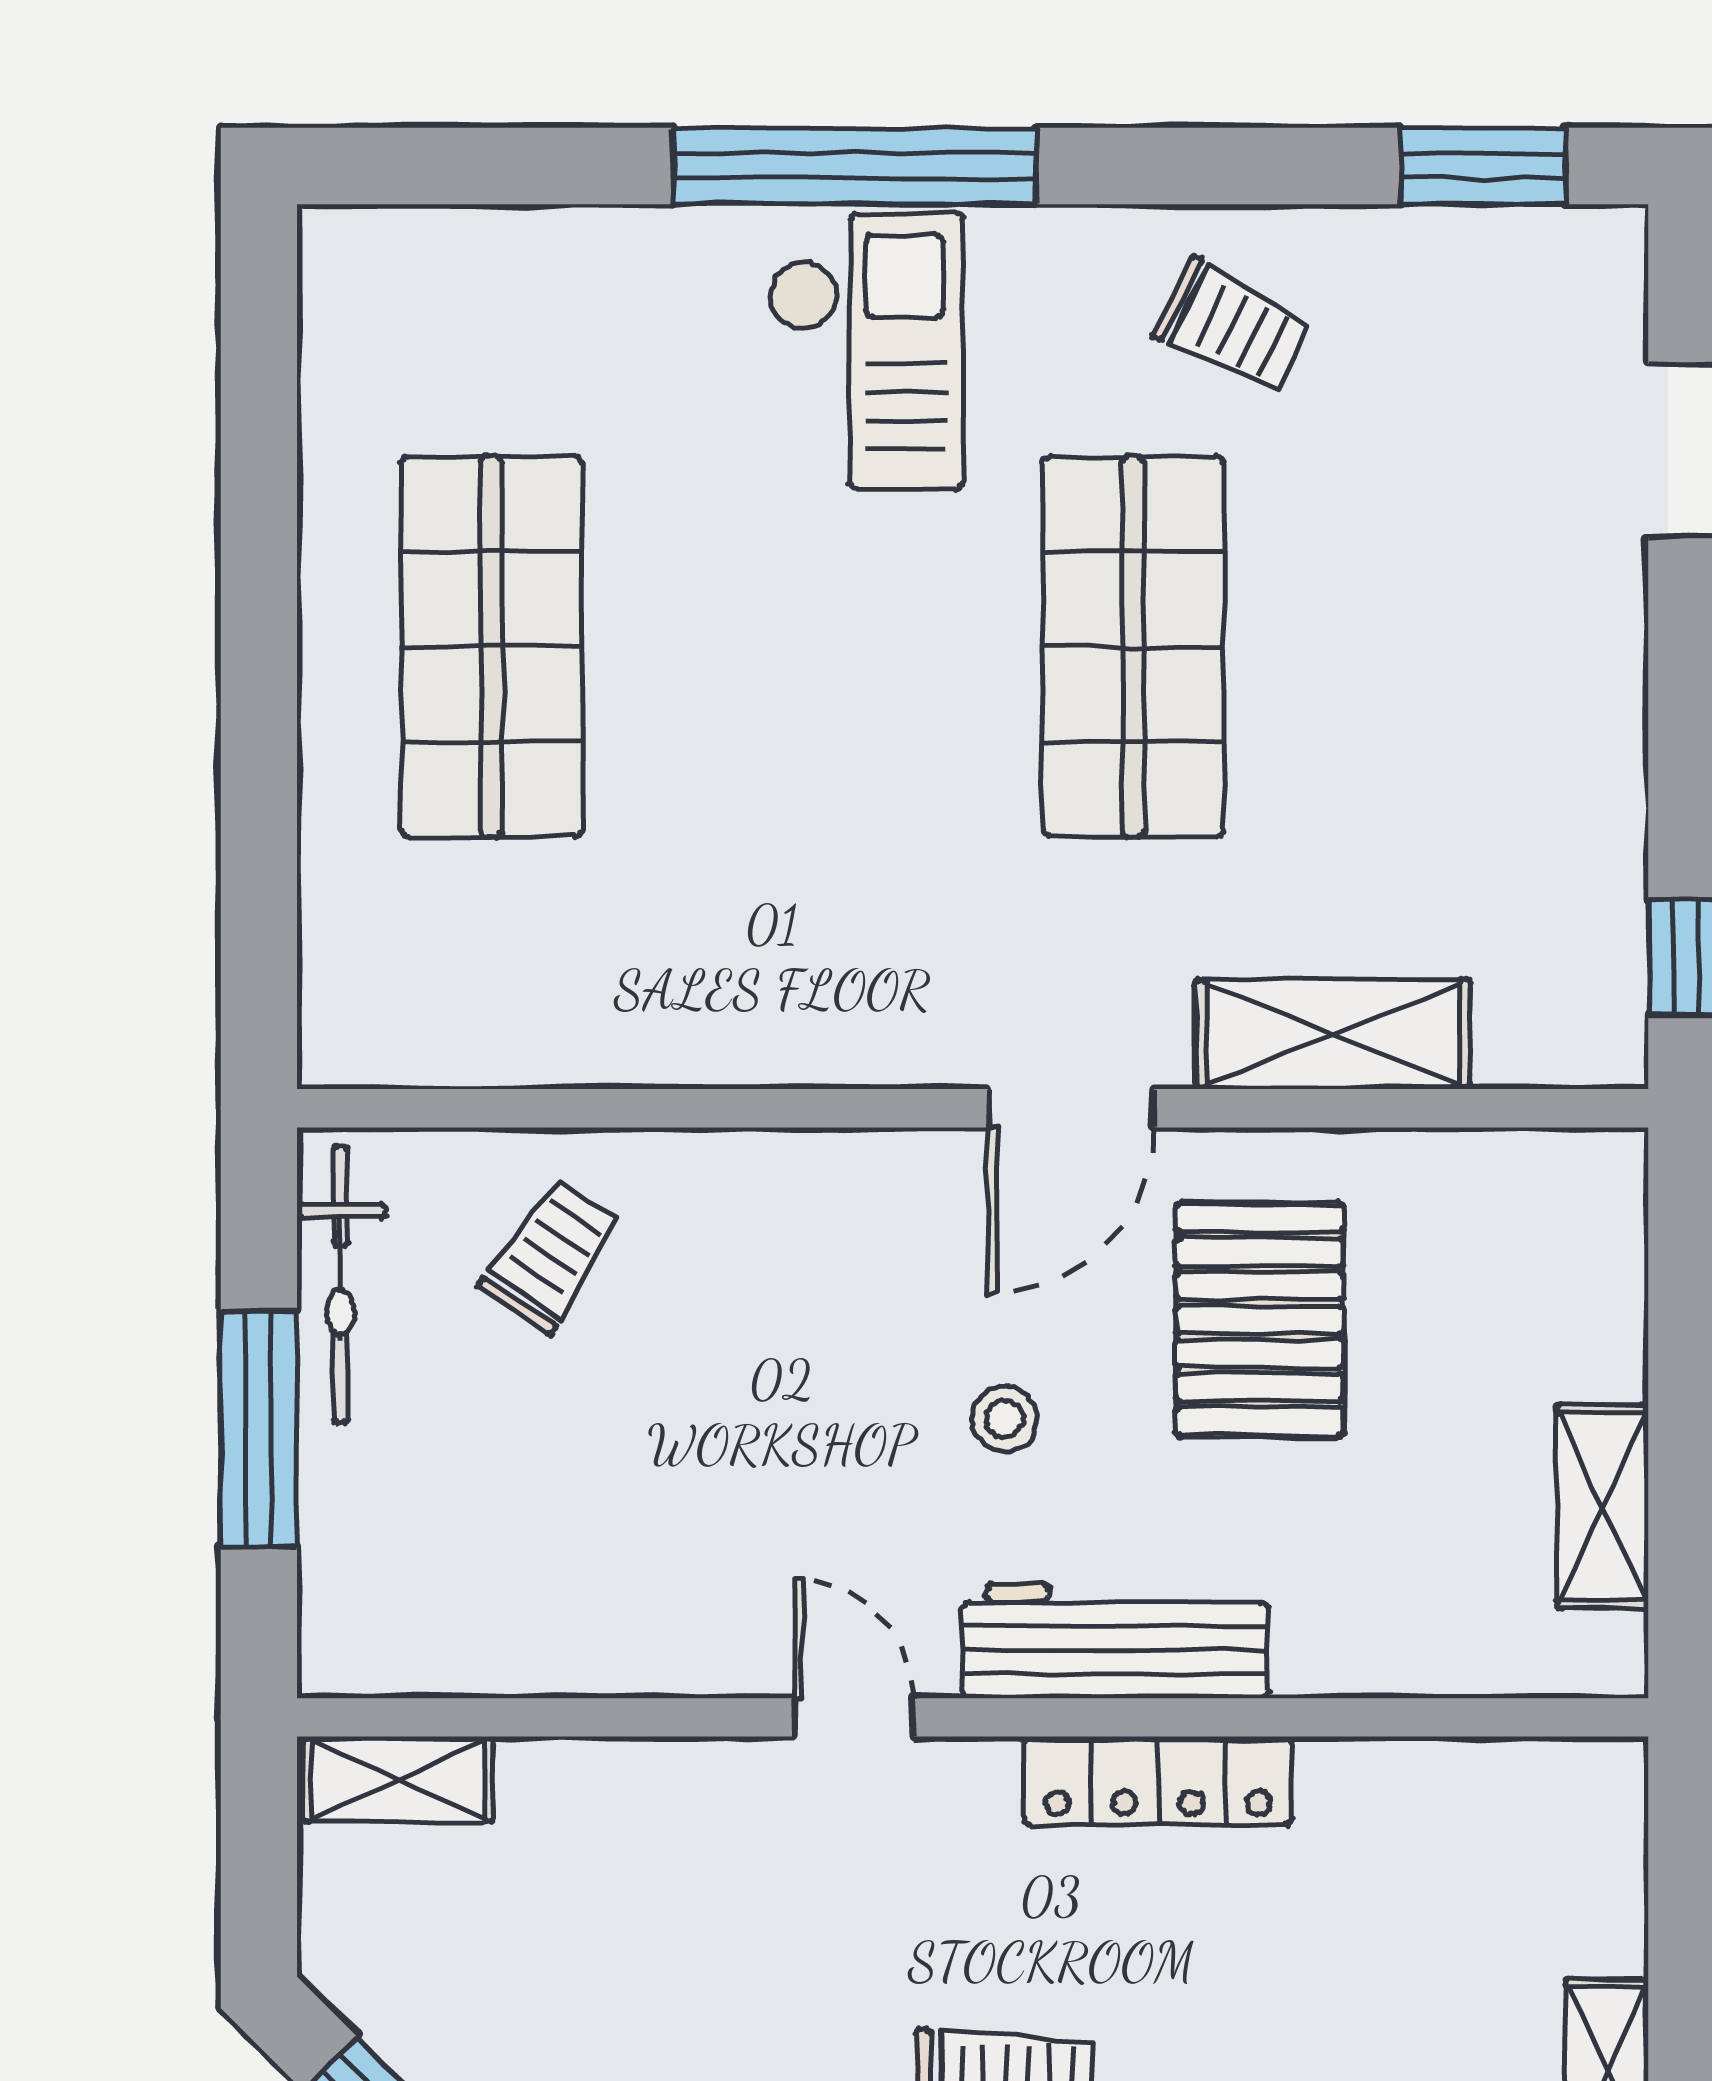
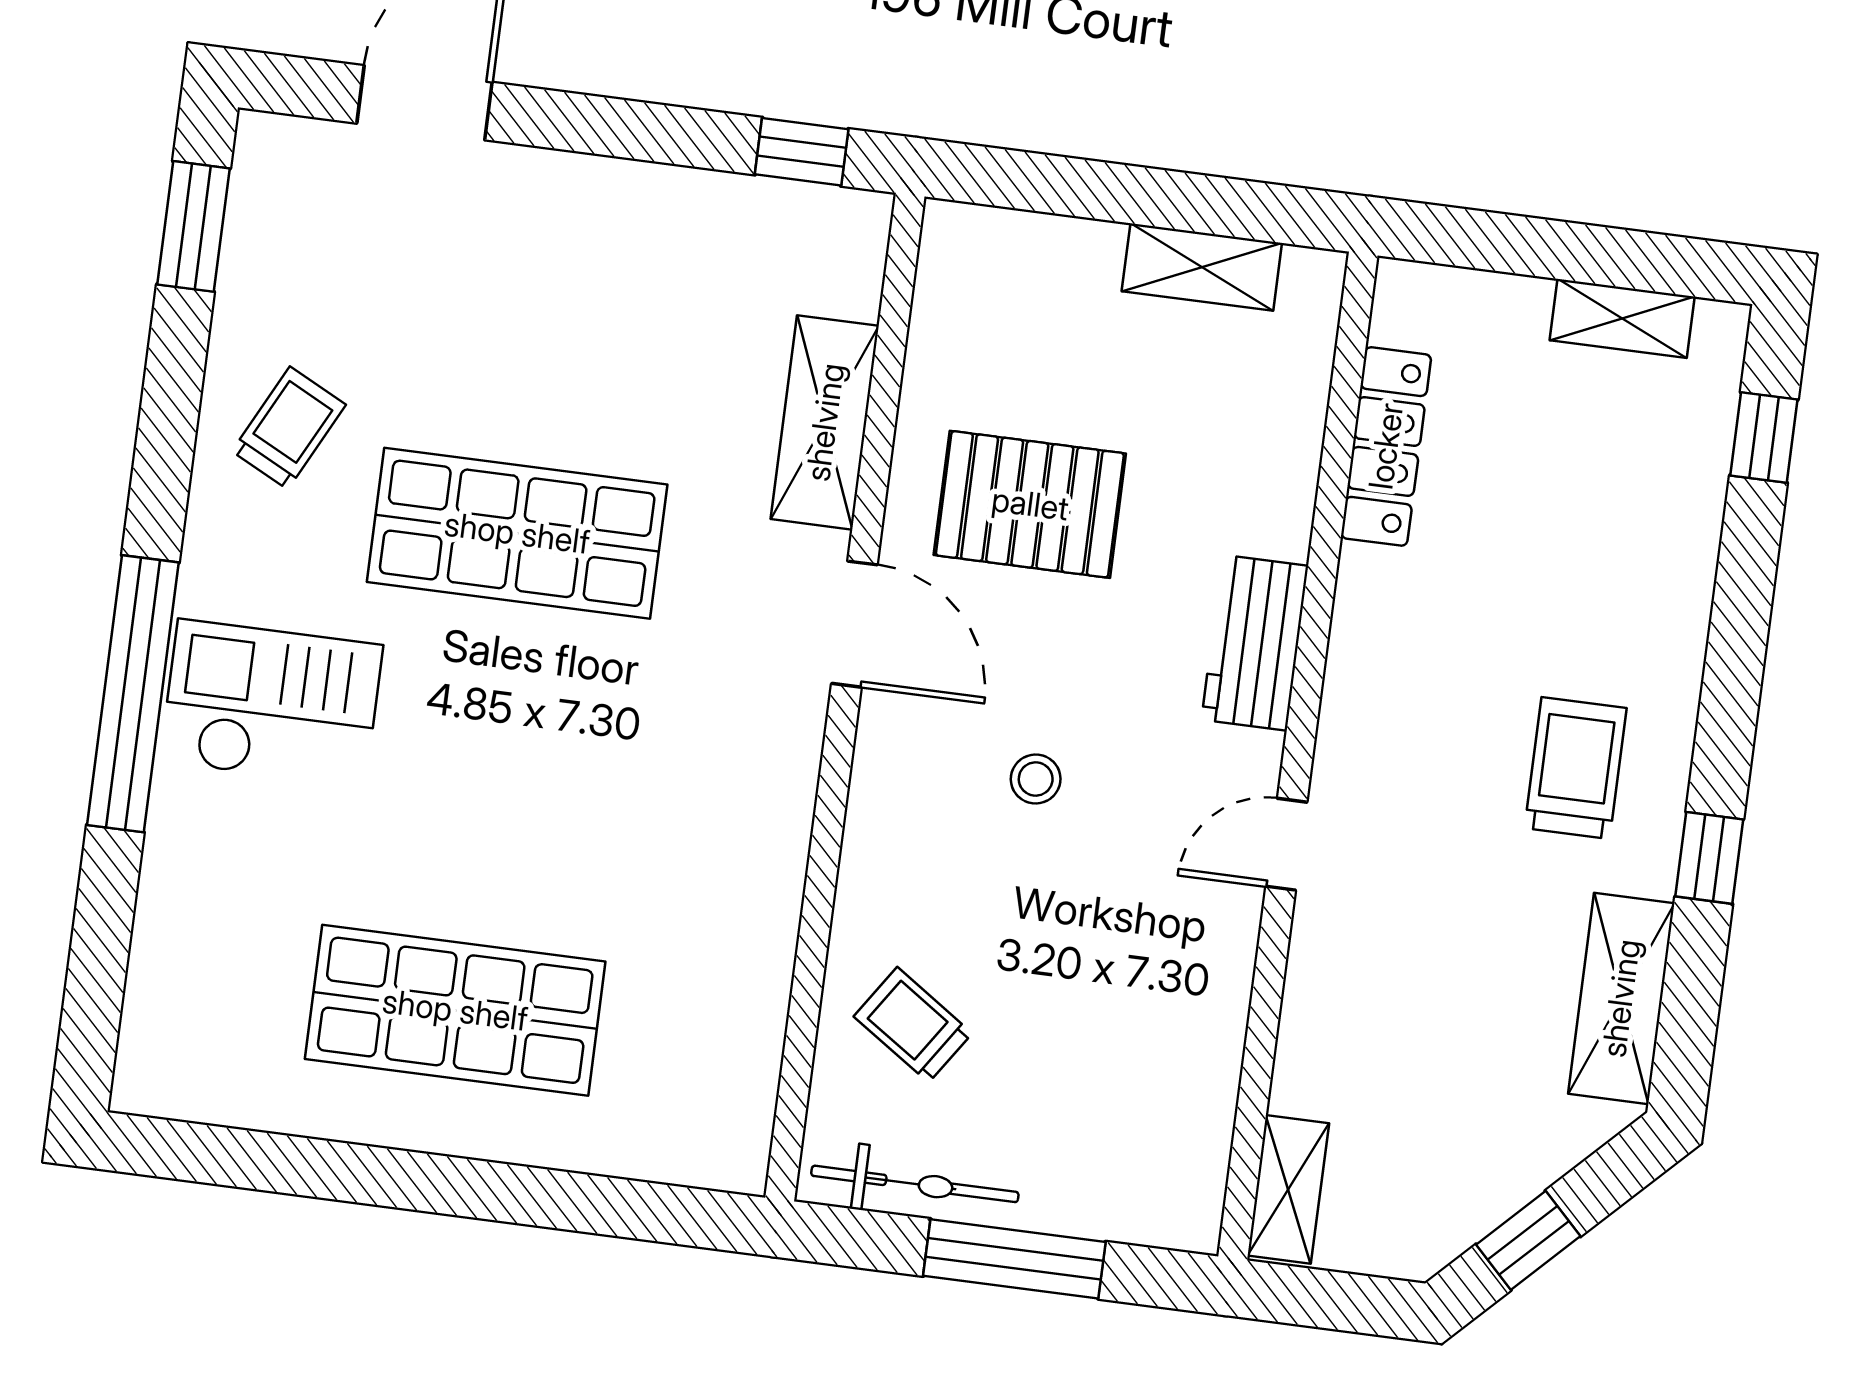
stool: (1005, 1419) -> (1036, 779), moved
workbench: (1115, 1641) -> (1255, 643), width x0.73
locker: (1158, 1781) -> (1386, 446), moved

